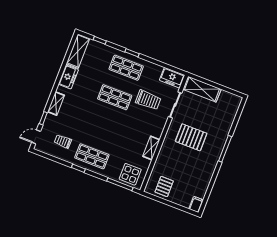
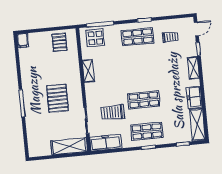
freezer: (172, 78) -> (106, 143), width x1.40
pallet: (191, 137) -> (57, 98), turned 90

